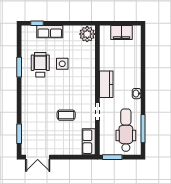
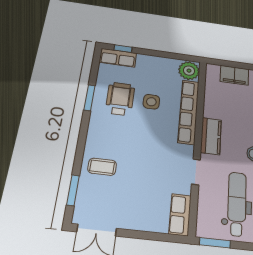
row of seats: (50, 32) -> (118, 58), moved
row of seats: (89, 68) -> (189, 112), added
coffee table: (66, 115) -> (102, 167), moved

